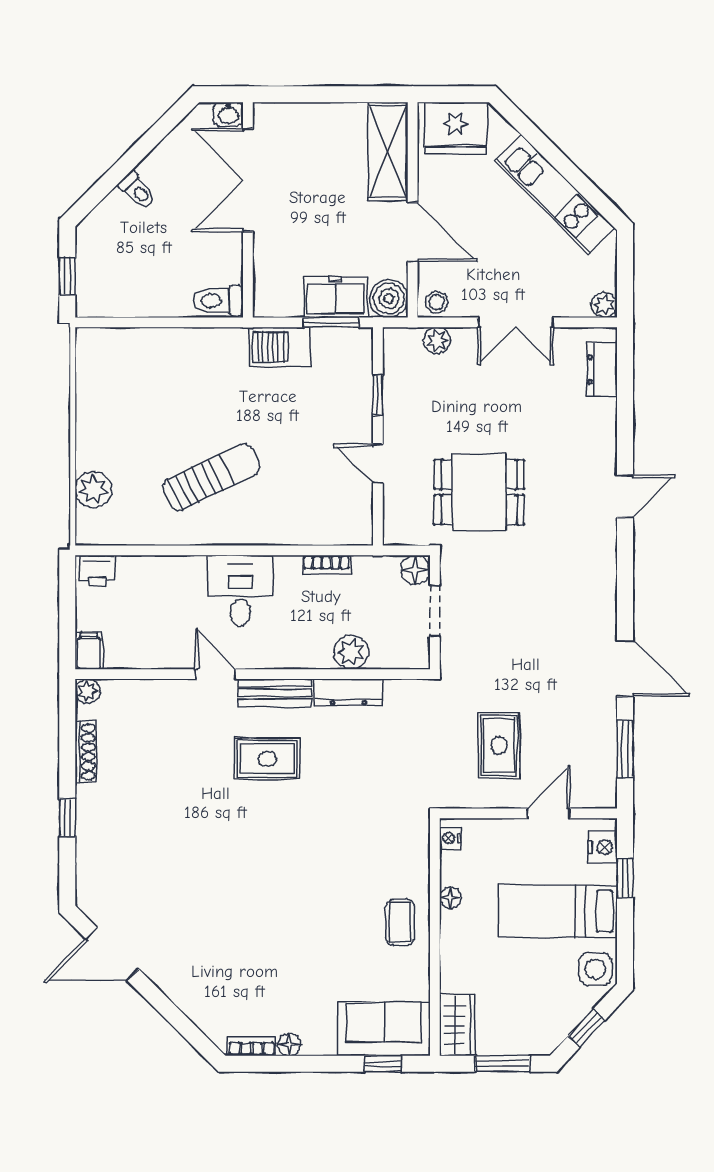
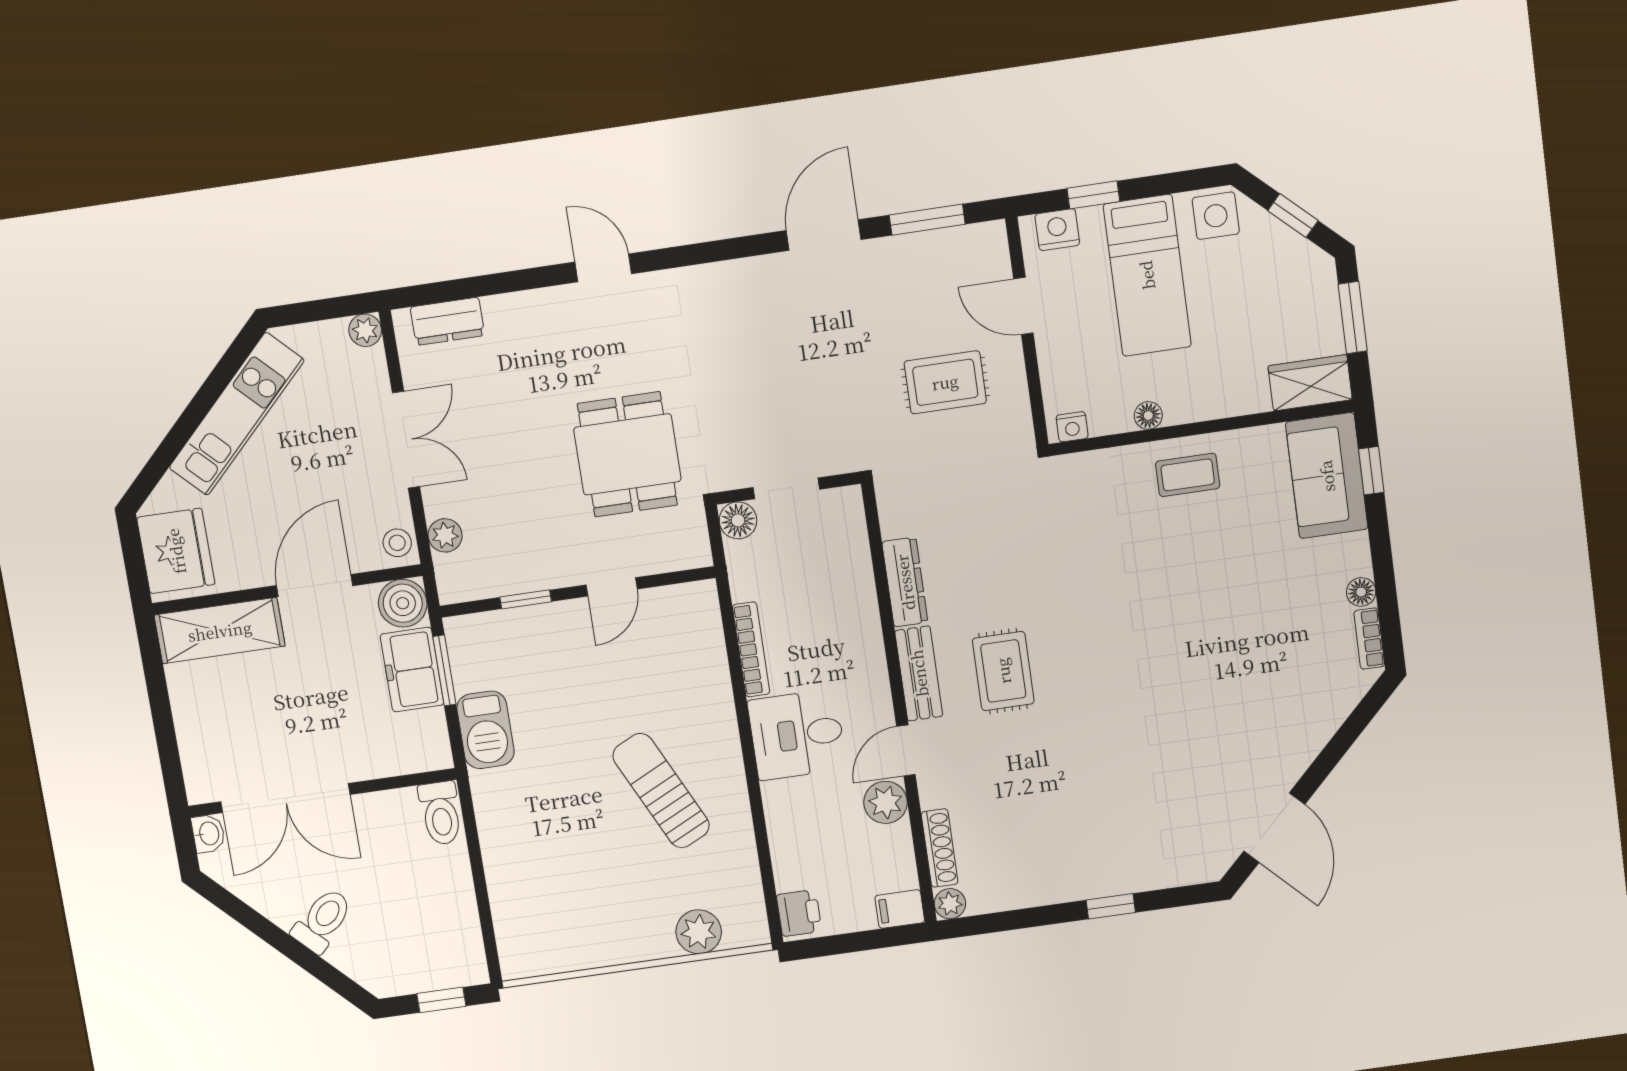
toilet: (137, 190) -> (322, 920), width x1.37, depth x1.39
bookcase: (326, 565) -> (751, 649), width x1.56
plant: (351, 652) -> (886, 802), moved
shoe rack: (86, 752) -> (940, 848), moved, turned 90

